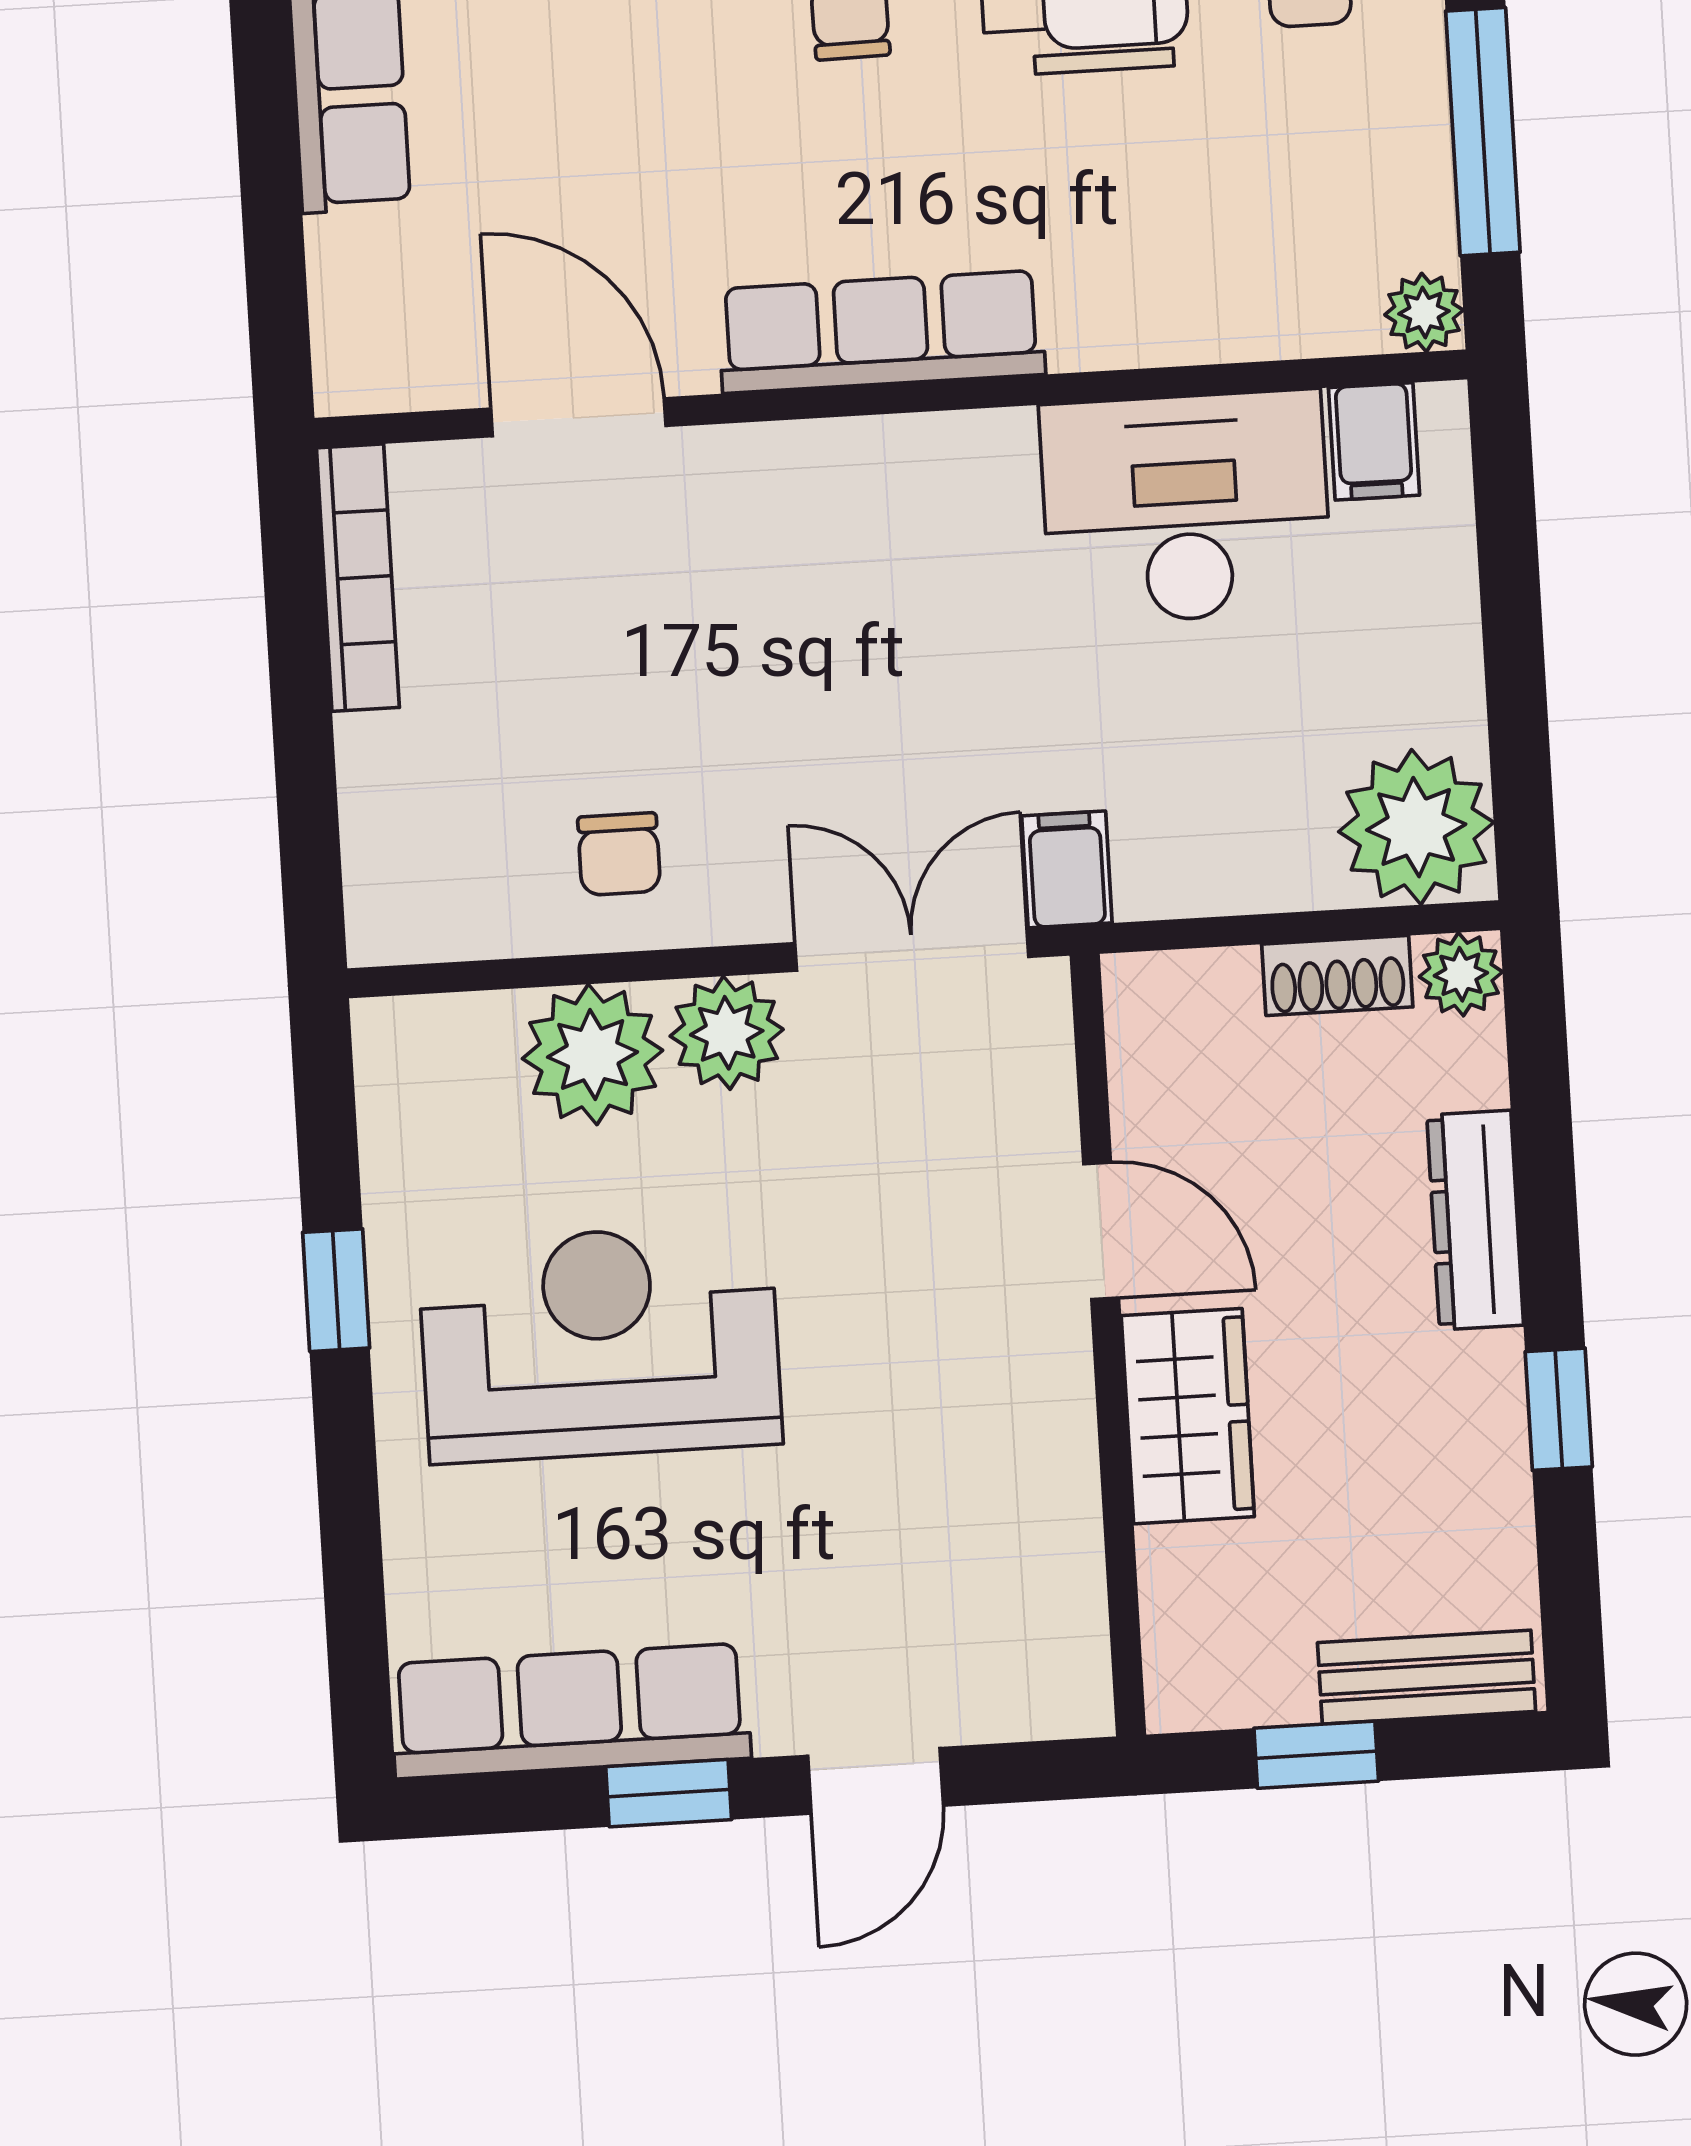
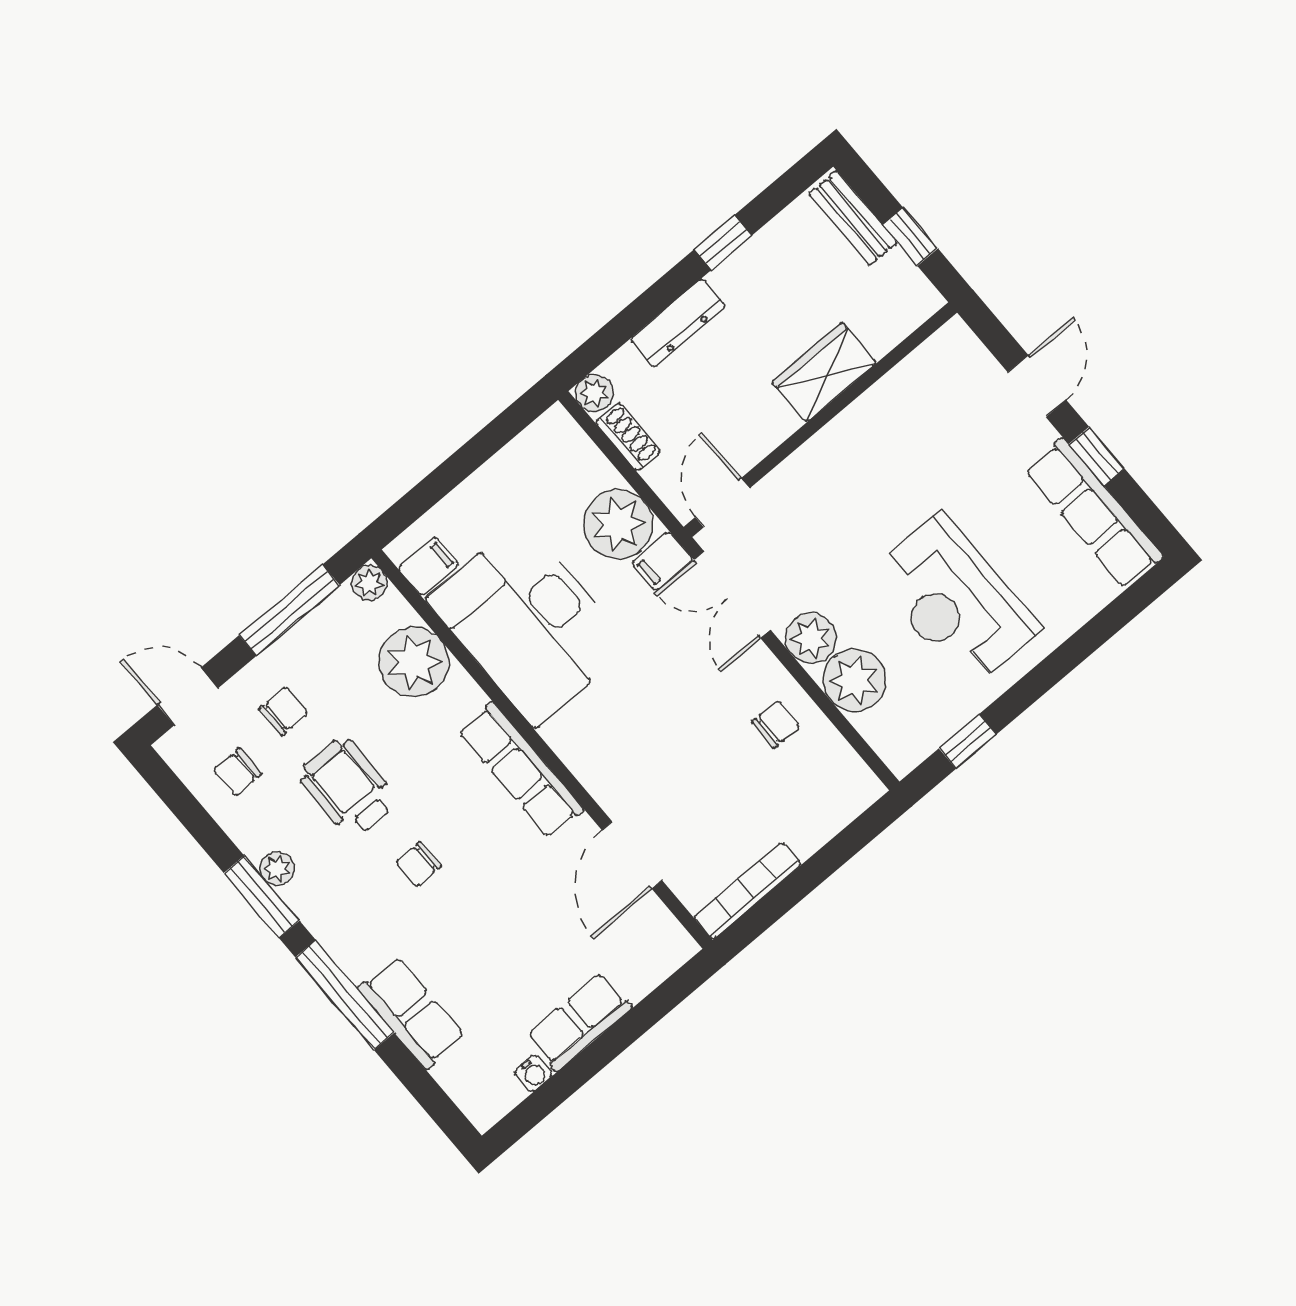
plant: (1221, 285) -> (414, 662), added
desk: (1186, 508) -> (528, 623), width x1.36, depth x1.30
plant: (1416, 827) -> (618, 524), moved
door: (1101, 1231) -> (722, 503), moved
window: (336, 1290) -> (968, 741), moved
door: (876, 1781) -> (1037, 386), hinge flipped

